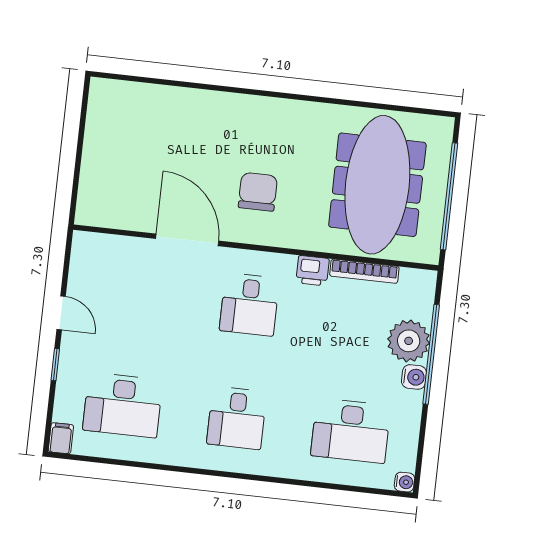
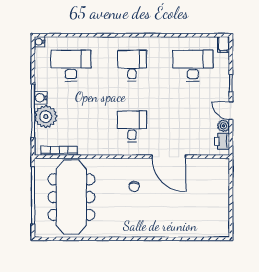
chair: (258, 192) -> (134, 186), width x0.54, depth x0.54
printer: (313, 271) -> (222, 141), moved, turned -90
bookcase: (364, 271) -> (59, 151), moved
plant: (78, 286) -> (223, 126), added

